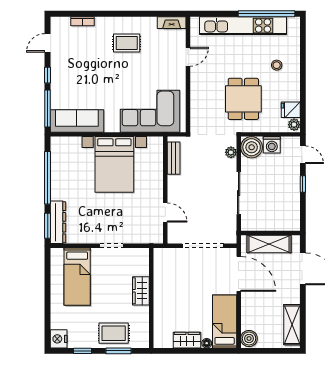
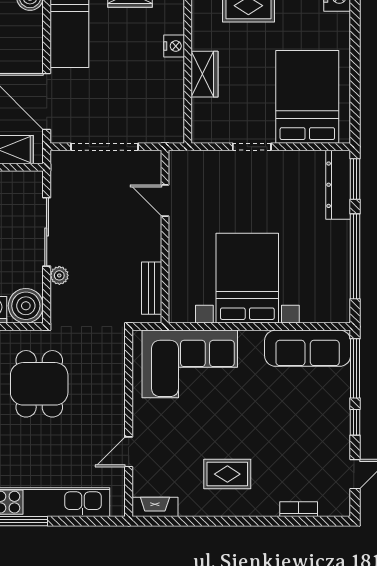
plant: (231, 152) -> (59, 275), moved
bed: (77, 277) -> (307, 97), width x1.50
nightstand: (160, 308) -> (174, 46), added

